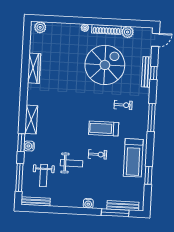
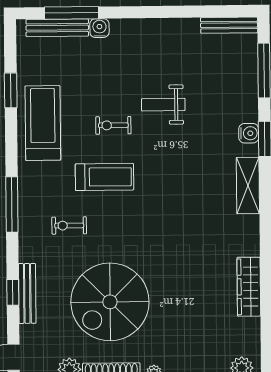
weight bench: (43, 176) -> (217, 77), removed
water cooler: (88, 203) -> (99, 28), moved

